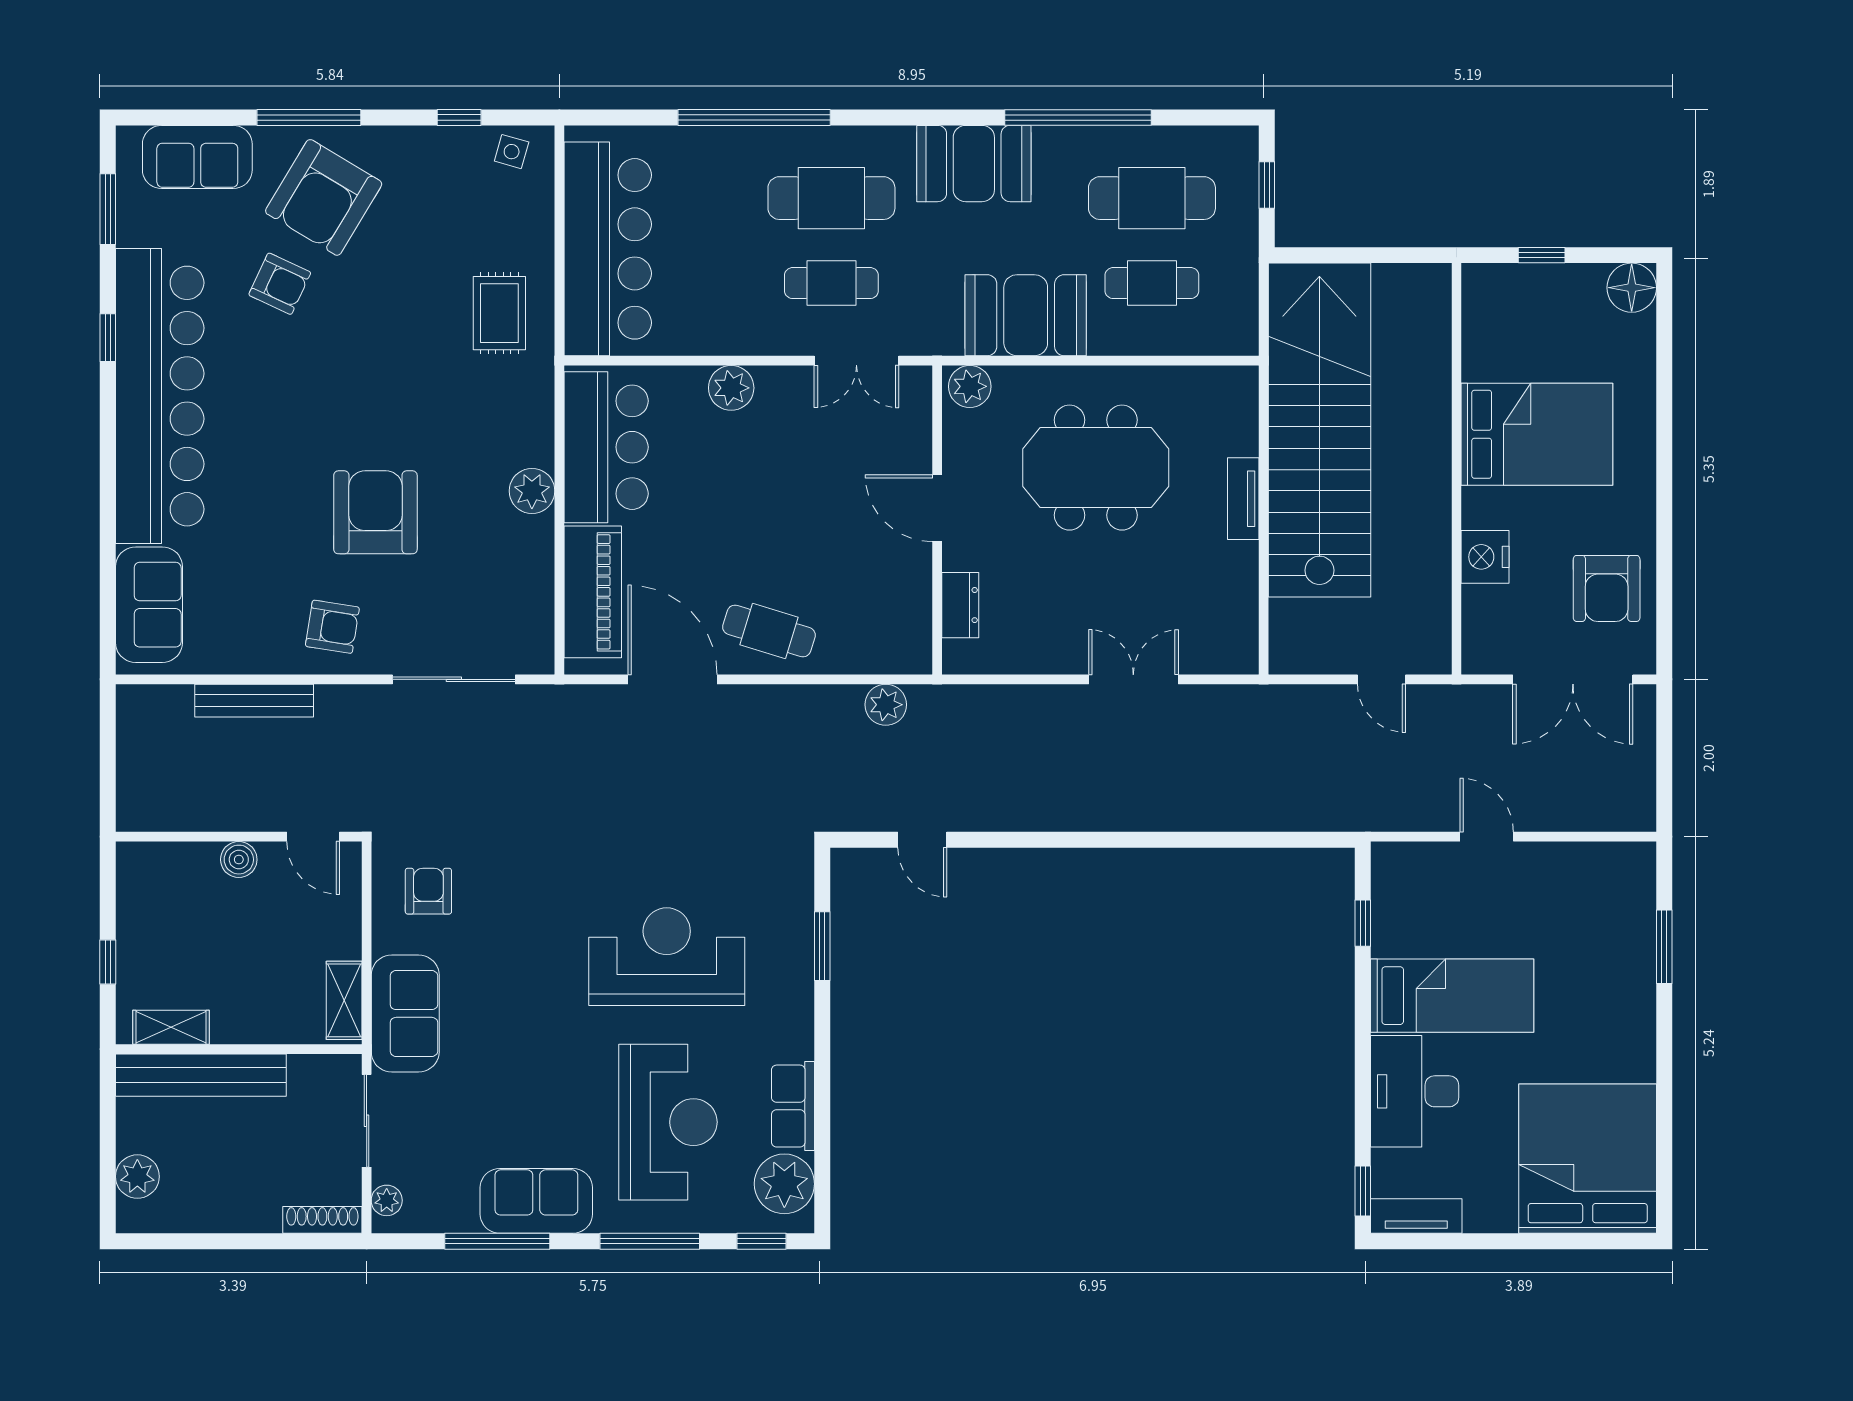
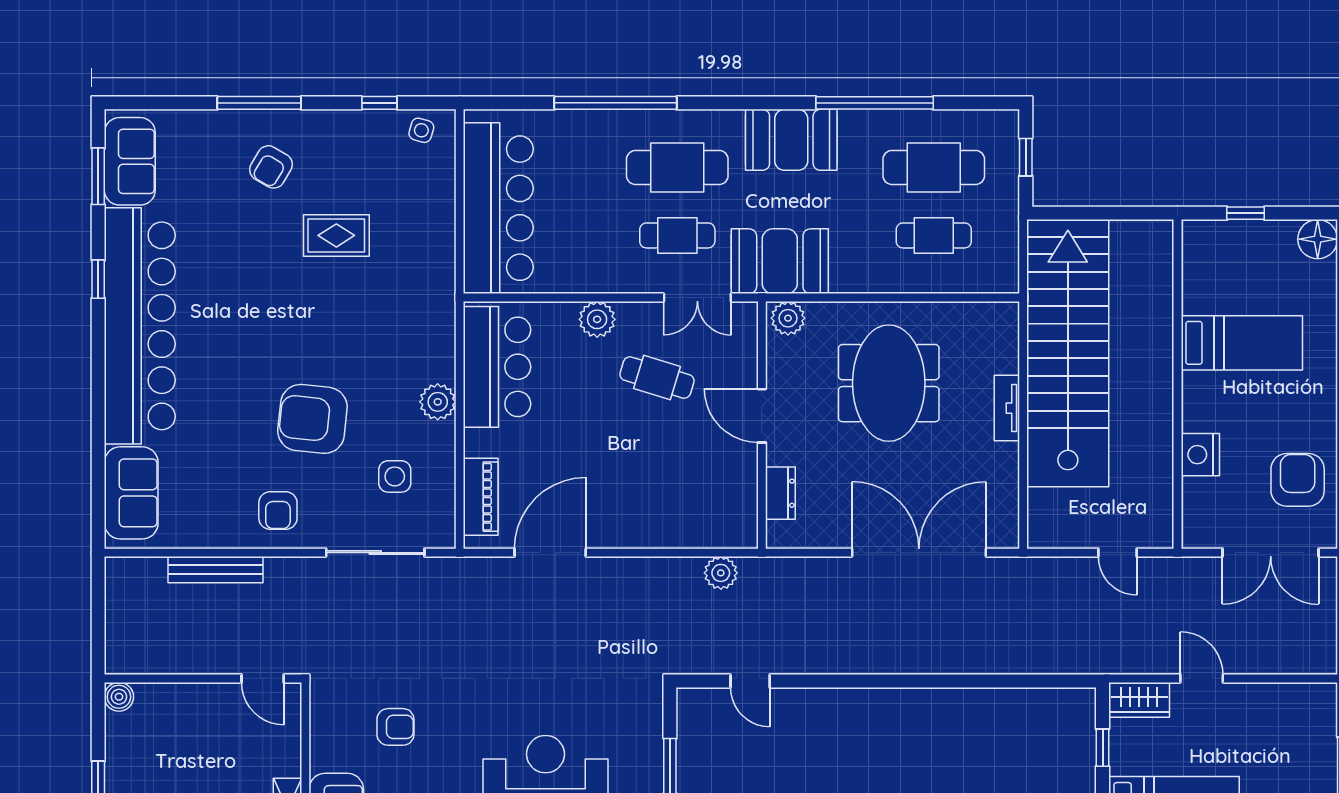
sofa: (197, 157) -> (130, 161), moved, turned -90
armchair: (324, 197) -> (271, 167), width x0.53, depth x0.53
armchair: (280, 284) -> (236, 236), removed
rug: (499, 313) -> (336, 235), moved, turned 90
booth: (1026, 315) -> (780, 261), moved
bed: (1537, 434) -> (1242, 343), width x0.67
meeting table: (1096, 468) -> (889, 383), turned 90
armchair: (375, 512) -> (312, 419), turned -84
side table: (478, 584) -> (395, 476), added
armchair: (1607, 588) -> (1298, 480), turned 180
piano: (593, 592) -> (481, 497), width x0.73, depth x0.75
armchair: (332, 627) -> (278, 511), turned 81
cafe table: (769, 631) -> (657, 378), moved
door: (673, 679) -> (550, 553), hinge flipped
double door: (1133, 679) -> (919, 553), width x1.87
boiler: (239, 860) -> (119, 697), moved
wardrobe: (1409, 863) -> (1139, 700), added
armchair: (428, 891) -> (395, 727), moved, turned 90

